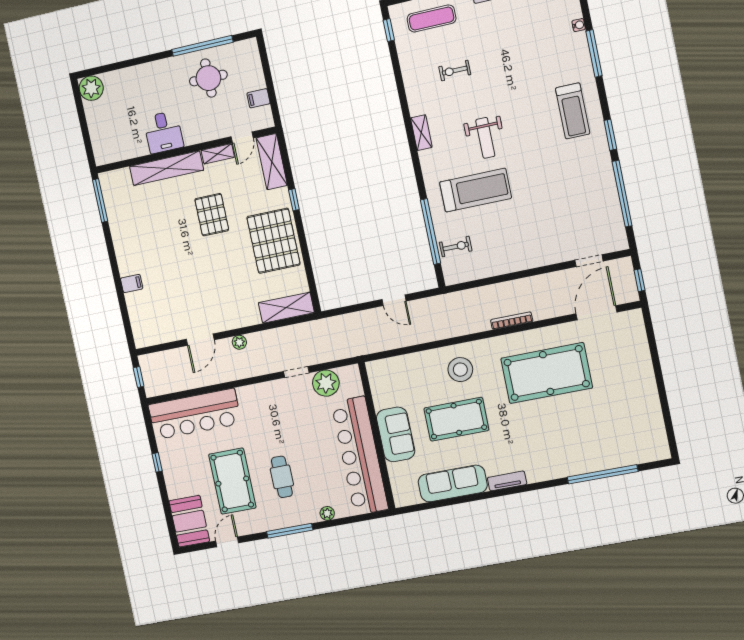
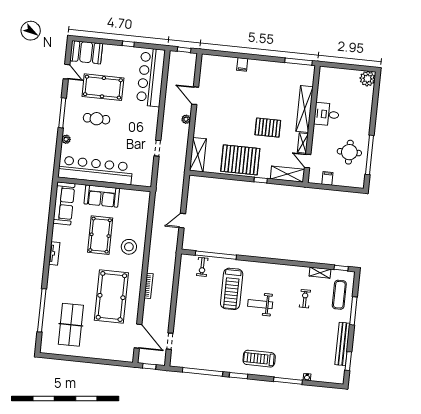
shelving: (421, 133) -> (320, 273), moved
plant: (326, 383) -> (145, 164), removed
table tennis table: (611, 423) -> (71, 325), added
sofa: (453, 483) -> (64, 203), moved

